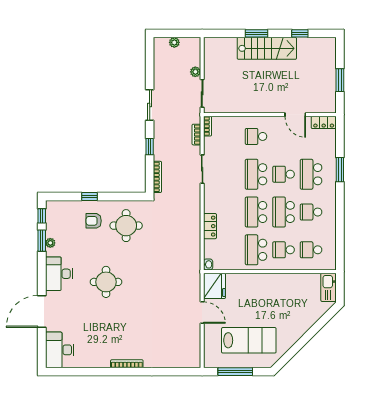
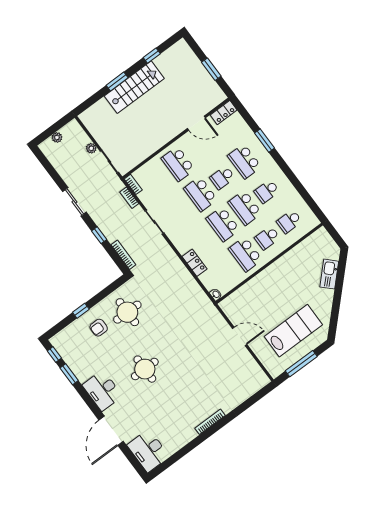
school desk: (256, 136) -> (178, 164), width x1.85
plant: (50, 243) -> (77, 371), removed
fridge: (214, 286) -> (234, 308), removed
kitchen sink: (328, 287) -> (329, 274), moved, turned 45

